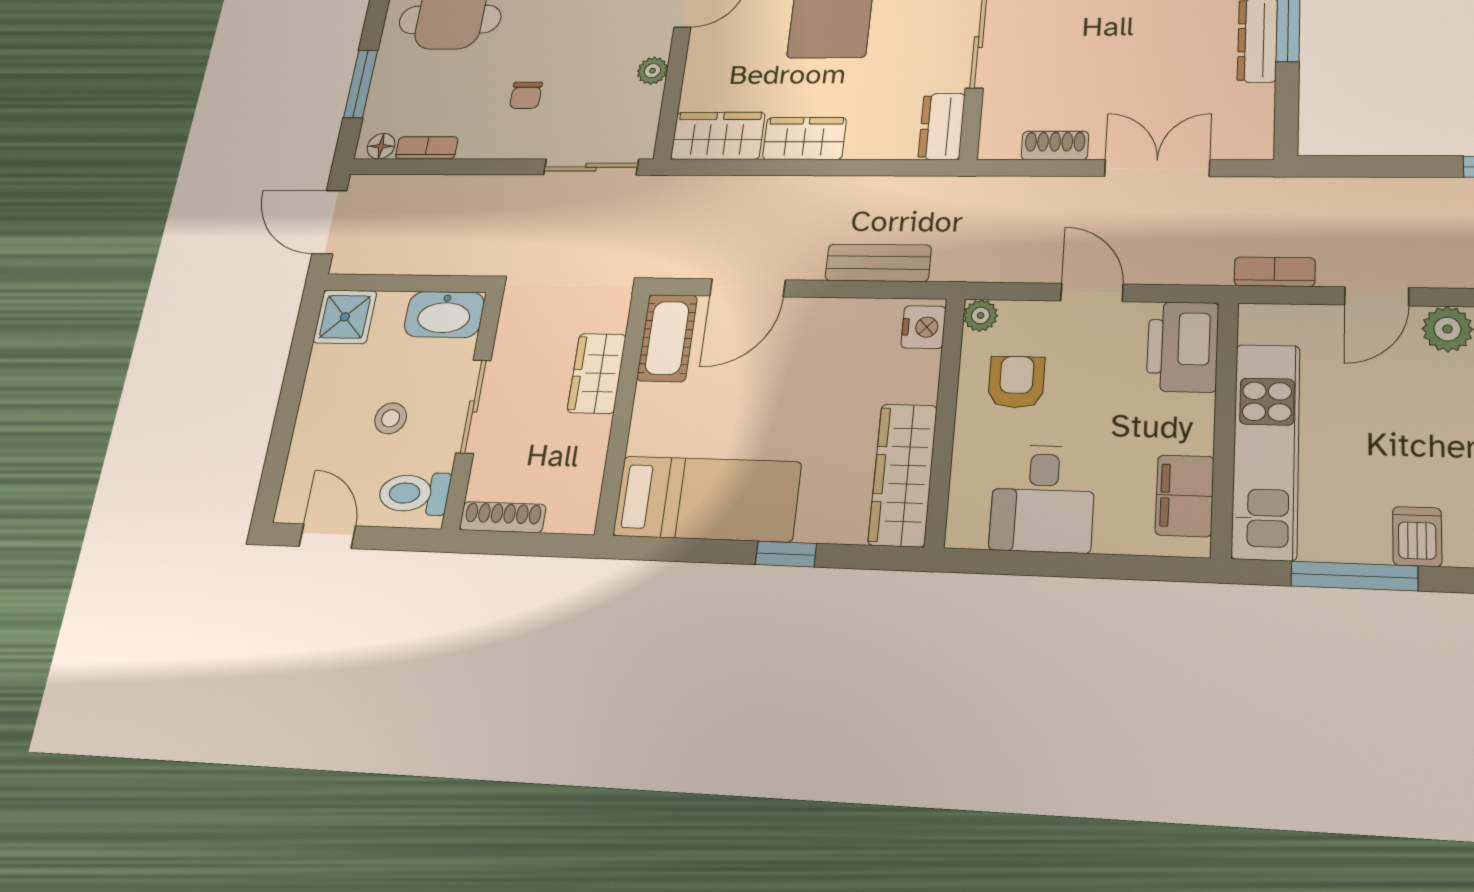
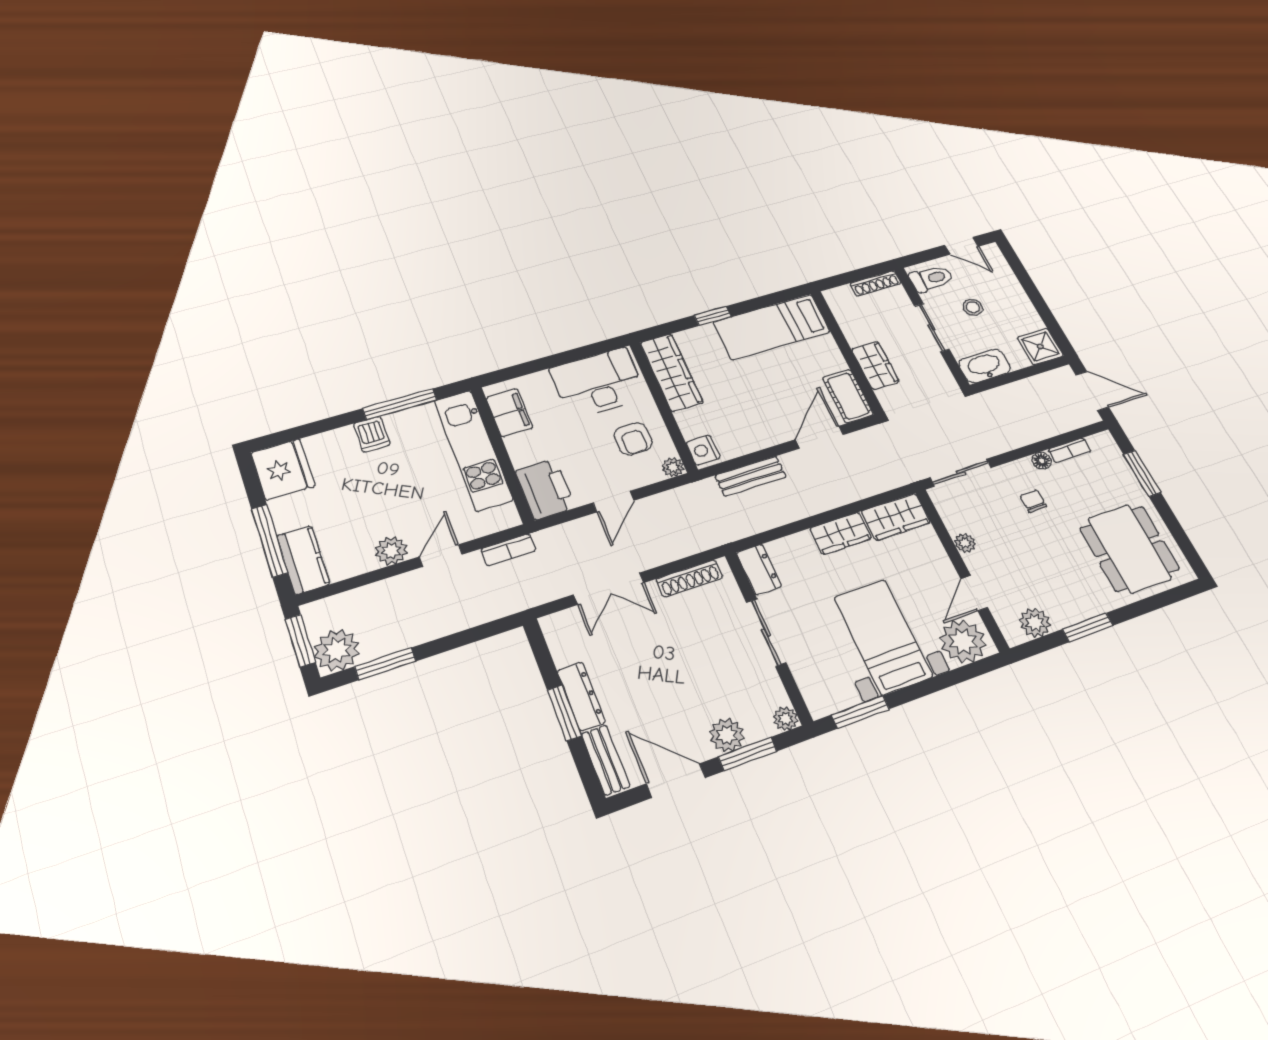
shoe rack: (1055, 145) -> (689, 578), width x1.43
floor lamp: (381, 146) -> (1042, 461), moved
door: (1092, 292) -> (613, 502), hinge flipped
desk: (1043, 498) -> (598, 383), width x1.37

